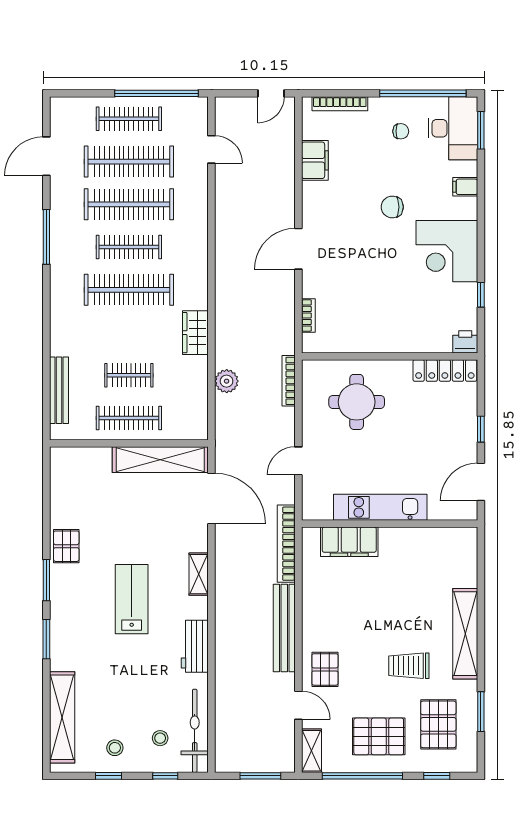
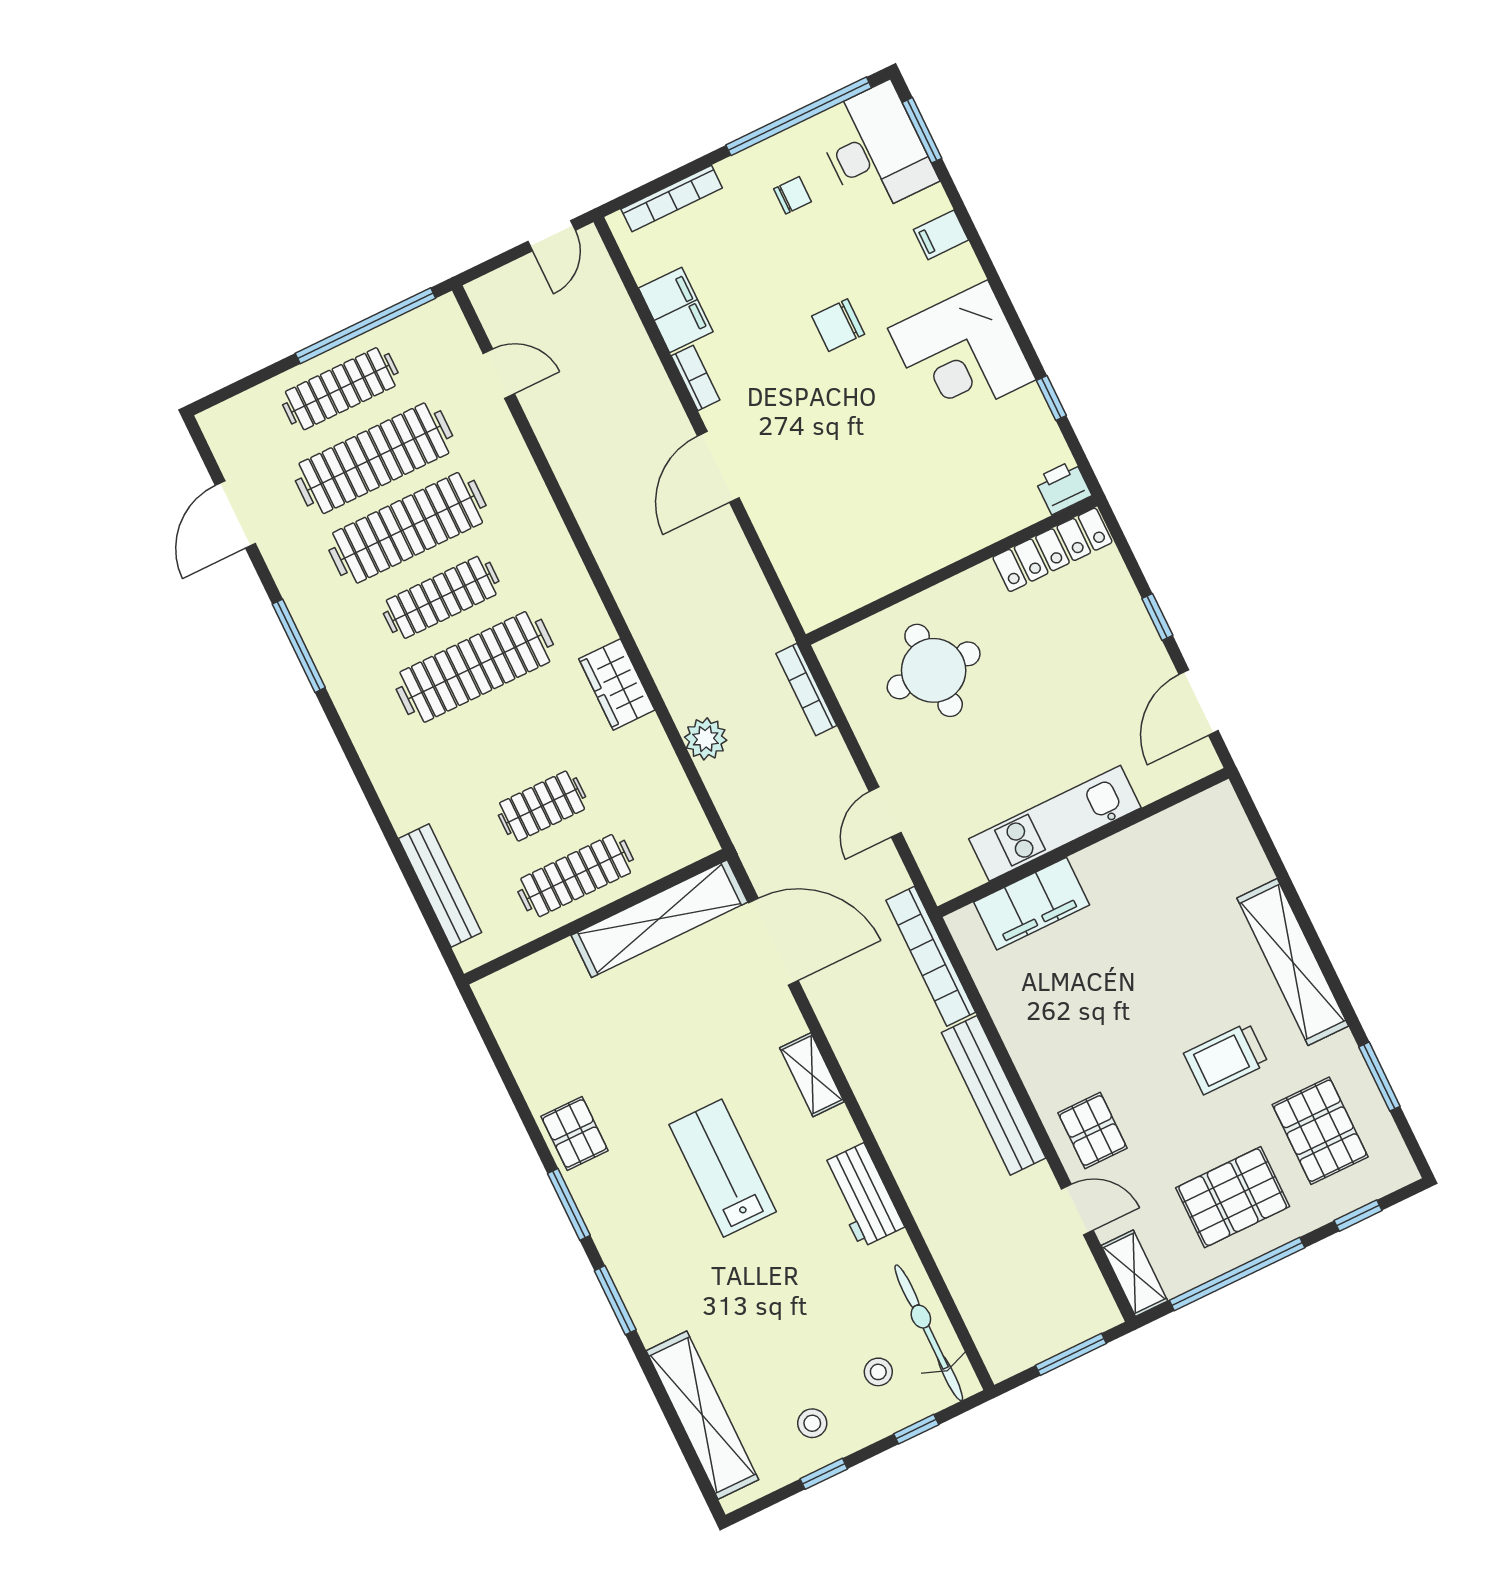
bookcase: (308, 315) -> (695, 378), moved

